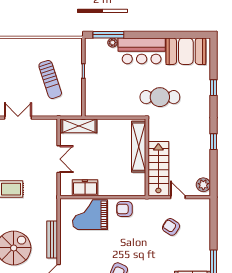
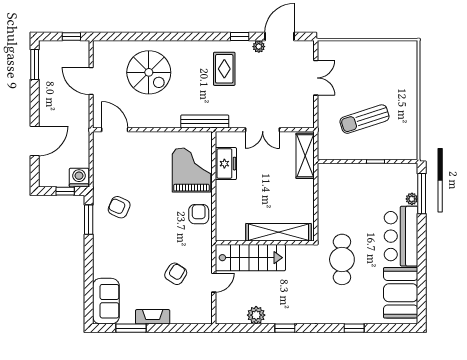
plant: (203, 185) -> (256, 315), moved
bench: (52, 239) -> (205, 121), moved
fireplace: (205, 245) -> (153, 317), added

